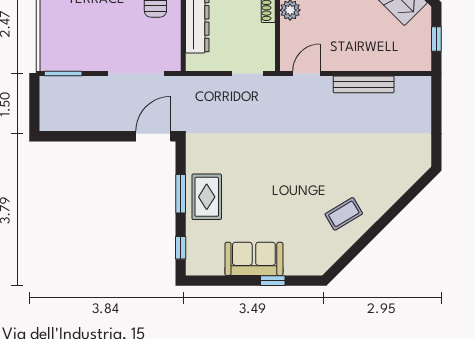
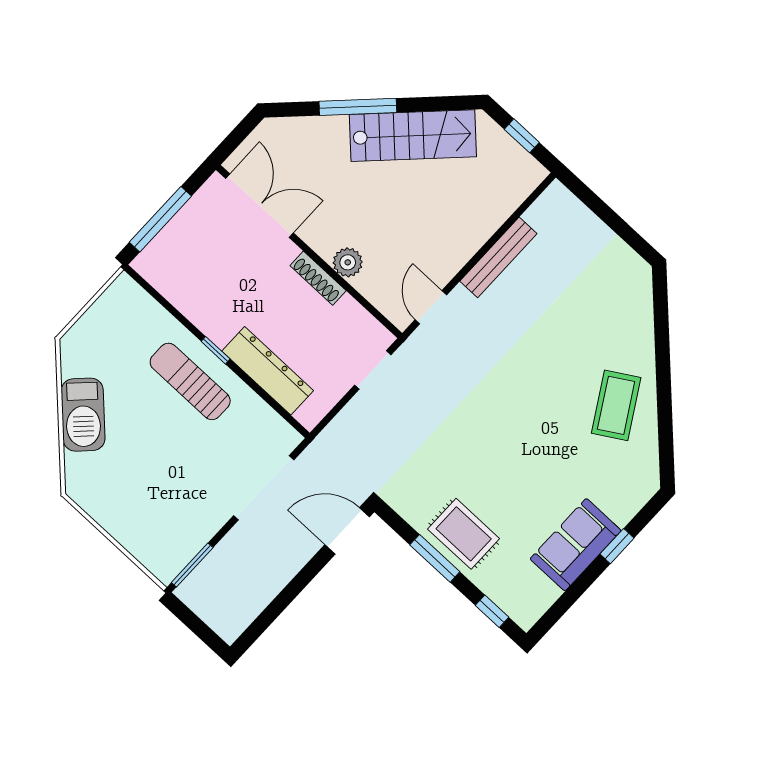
door: (153, 136) -> (347, 531), hinge flipped
coffee table: (344, 214) -> (616, 405), width x1.36, depth x1.30

